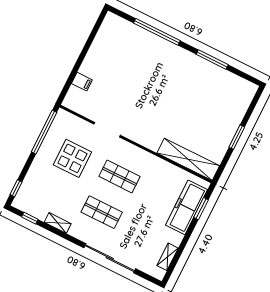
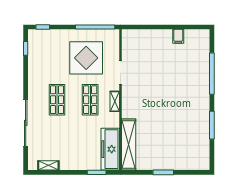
filing cabinet: (82, 82) -> (178, 36), moved
display table: (72, 158) -> (86, 58), width x1.36, depth x1.36
freezer: (187, 207) -> (110, 149), moved, turned -90
shelving: (58, 223) -> (115, 101), moved

